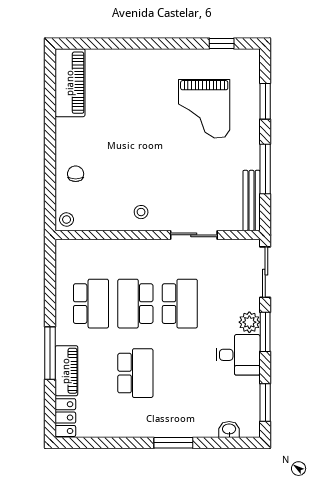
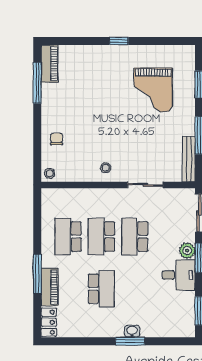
window: (222, 43) -> (119, 41), moved
piano: (70, 83) -> (50, 64), width x0.73, depth x0.75
window: (50, 99) -> (37, 83), added
school desk: (91, 304) -> (68, 237), turned 180
school desk: (180, 304) -> (135, 237), turned 180
washbasin: (229, 429) -> (132, 331), moved

